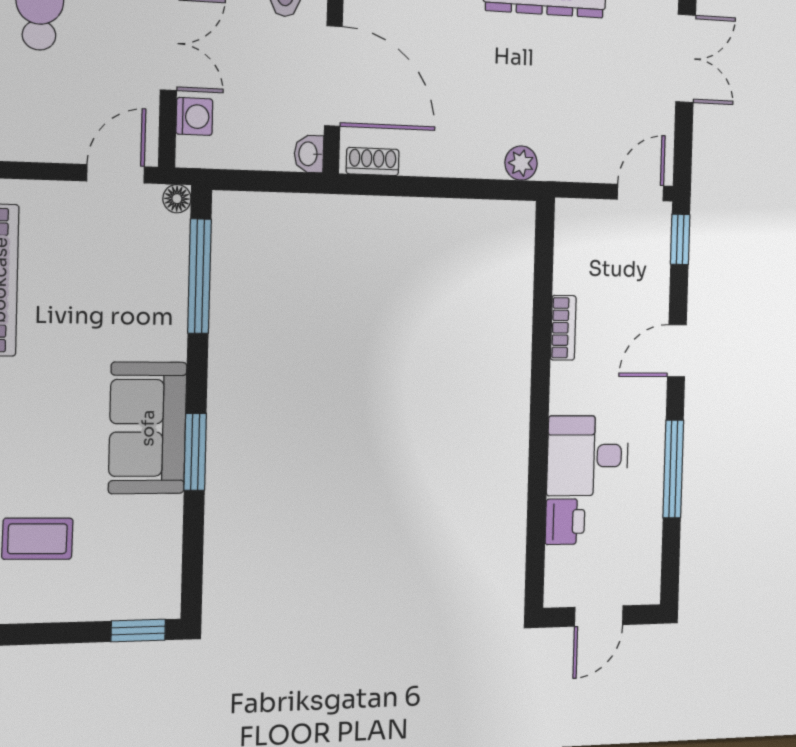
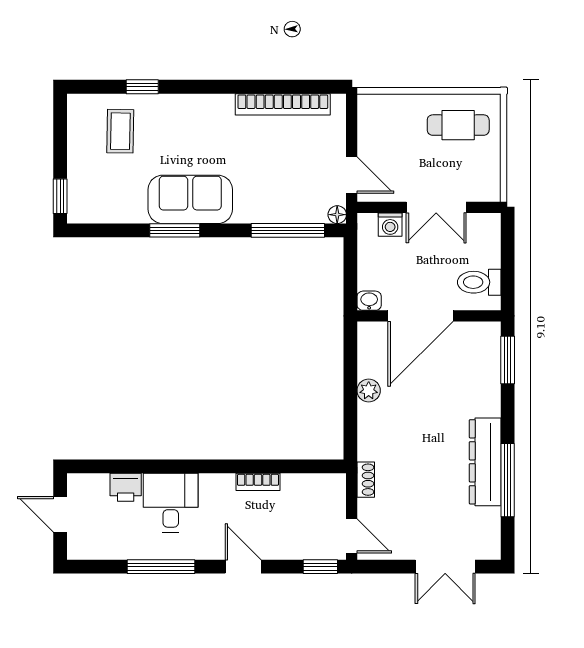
shoe rack: (373, 162) -> (366, 480), moved
plant: (521, 163) -> (369, 391), moved

